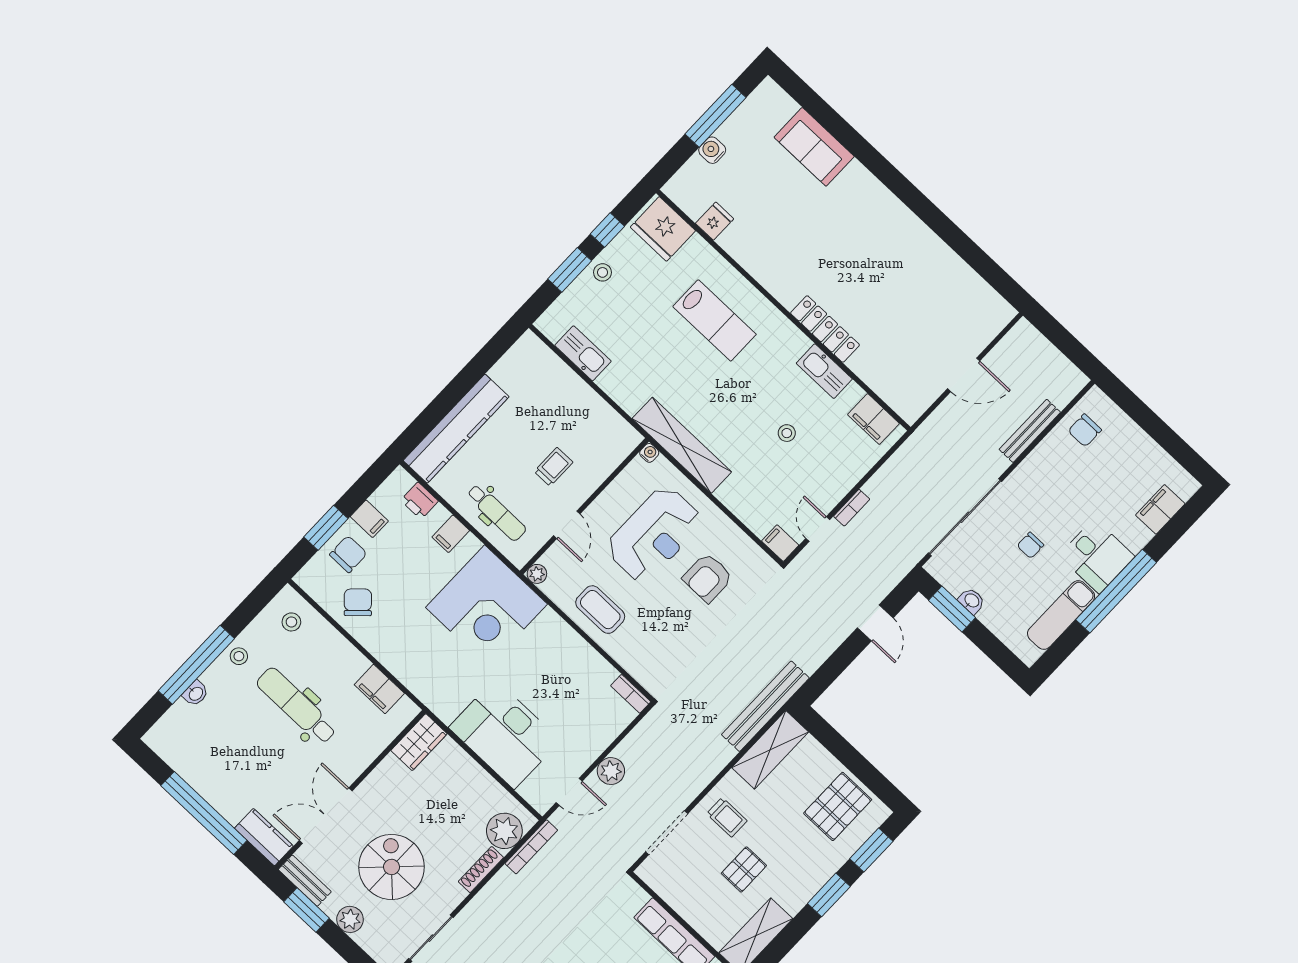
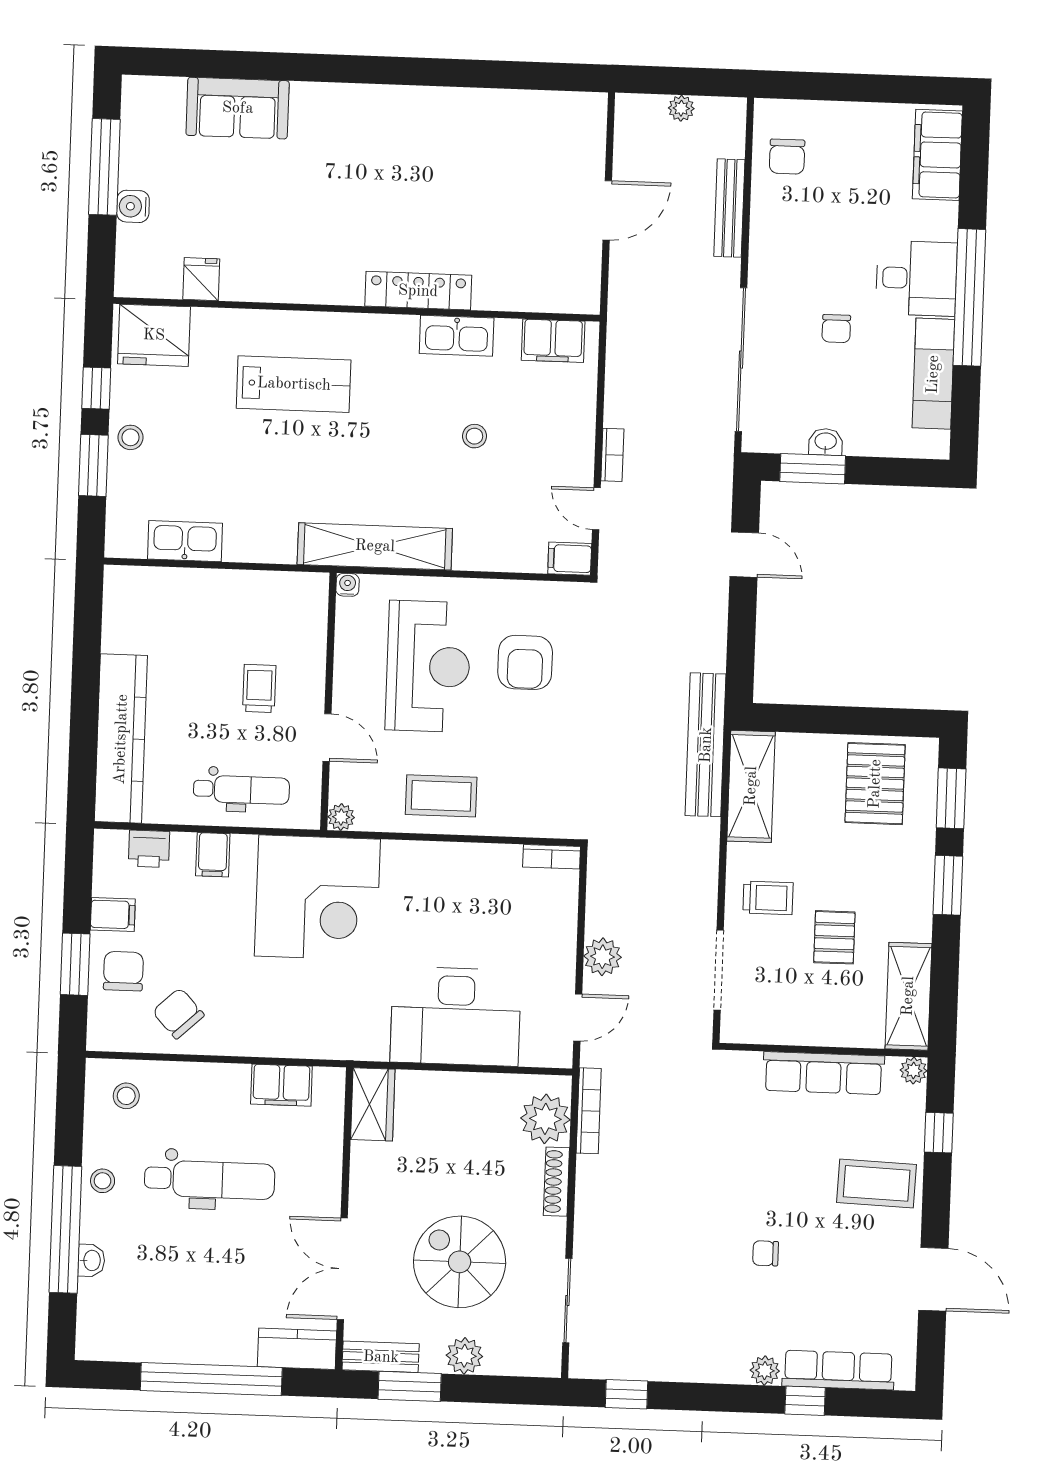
plant: (1051, 355) -> (681, 108), added
filing cabinet: (1160, 509) -> (937, 155), width x1.50, depth x1.17
dental chair: (297, 706) -> (210, 1180), turned 180

